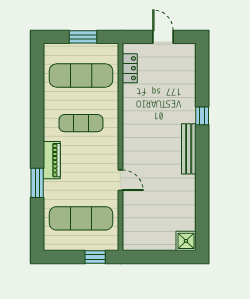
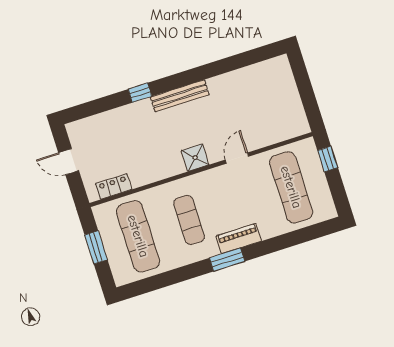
door: (163, 37) -> (69, 162), hinge flipped
window: (37, 183) -> (227, 260), moved
shower: (186, 241) -> (195, 158), moved

